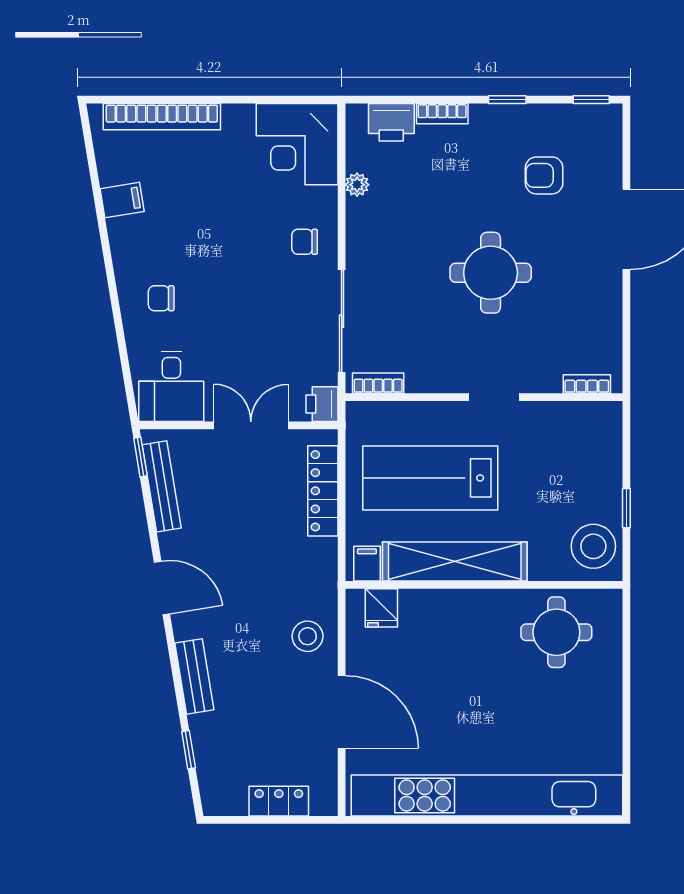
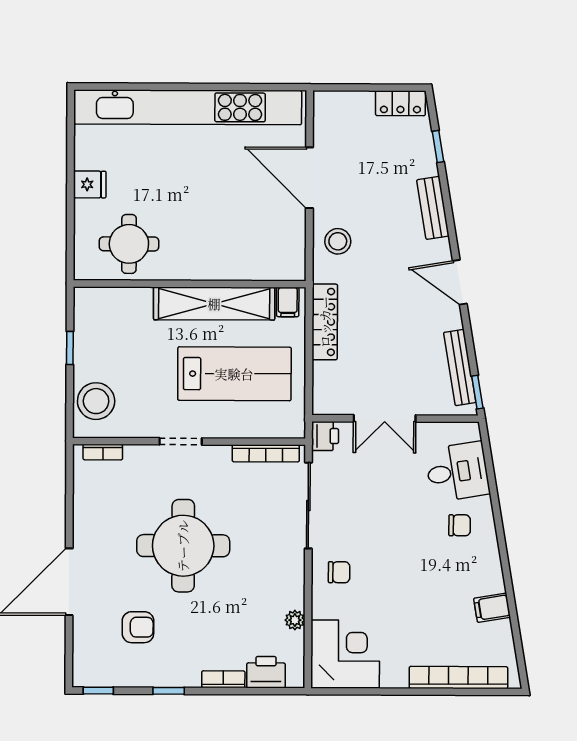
round table: (491, 273) -> (183, 546), width x1.36, depth x1.36
bookcase: (378, 383) -> (266, 453), width x1.56
desk: (171, 387) -> (457, 472), moved, turned 81
locker: (323, 491) -> (325, 322), moved
stool: (593, 546) -> (96, 401), moved
fridge: (381, 608) -> (90, 184), moved, turned 90
locker: (279, 801) -> (400, 103), moved

